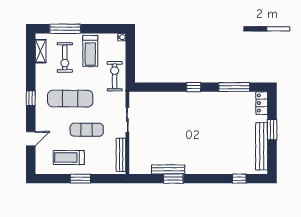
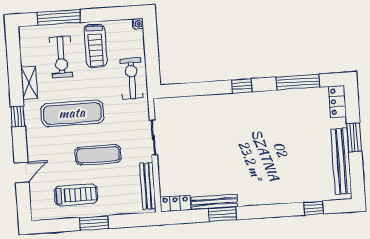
shelving: (41, 51) -> (29, 83), moved
treadmill: (69, 157) -> (76, 195), turned 180
locker: (140, 169) -> (175, 203), added

